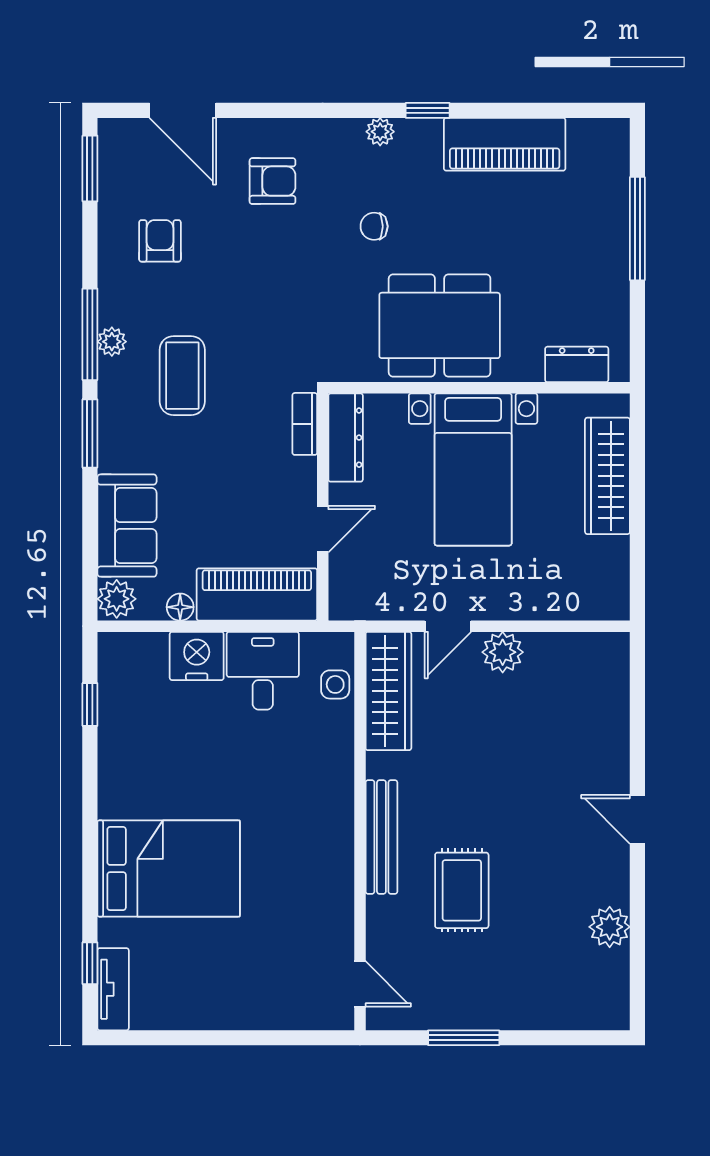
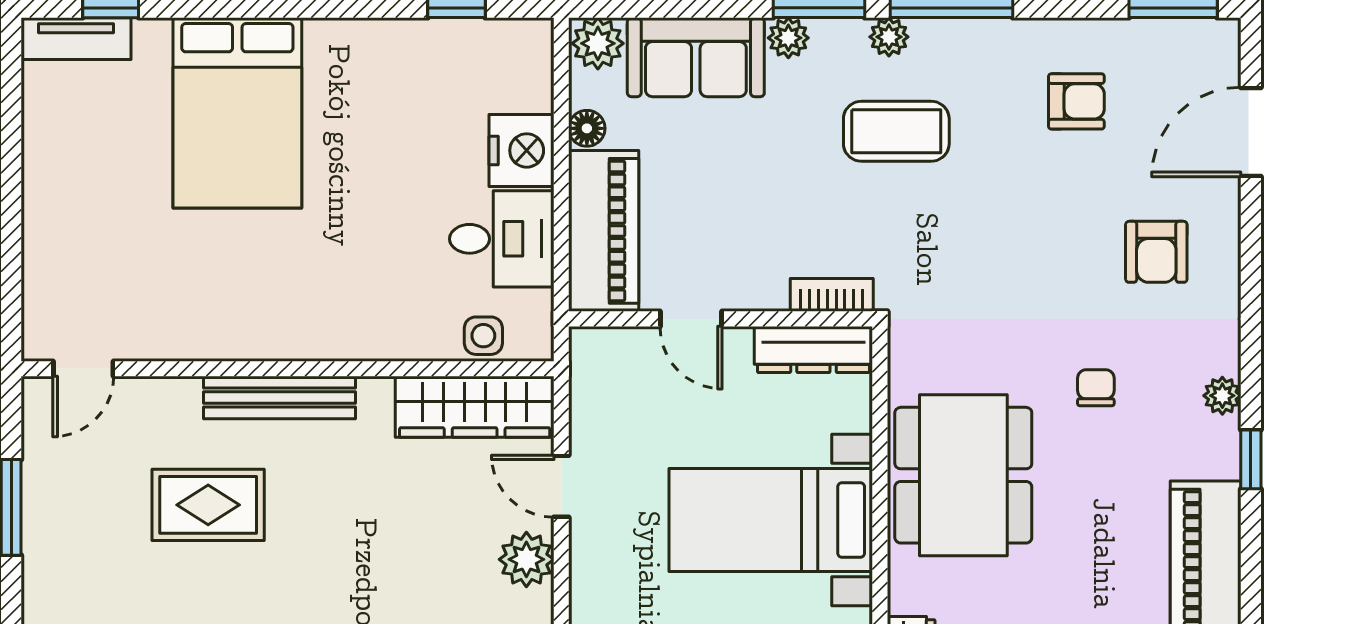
plant: (112, 342) -> (889, 37), moved
plant: (112, 456) -> (788, 38), added

